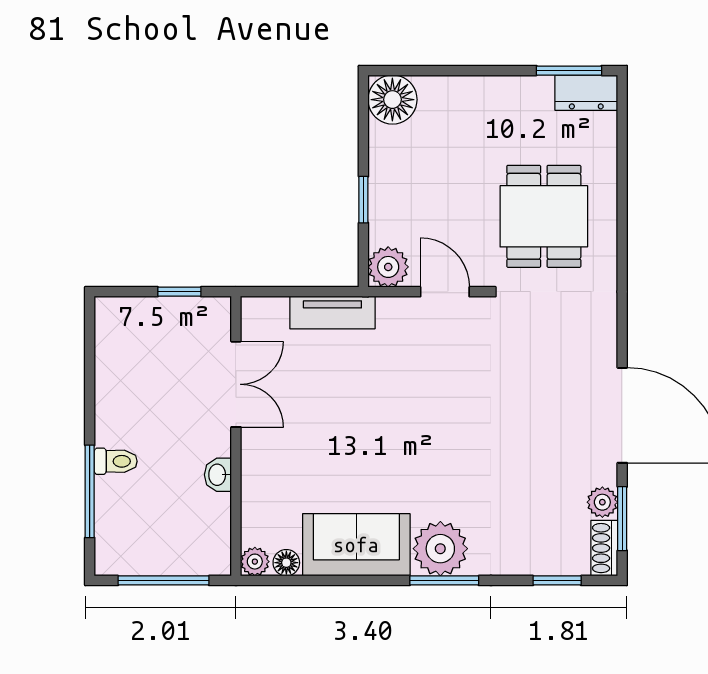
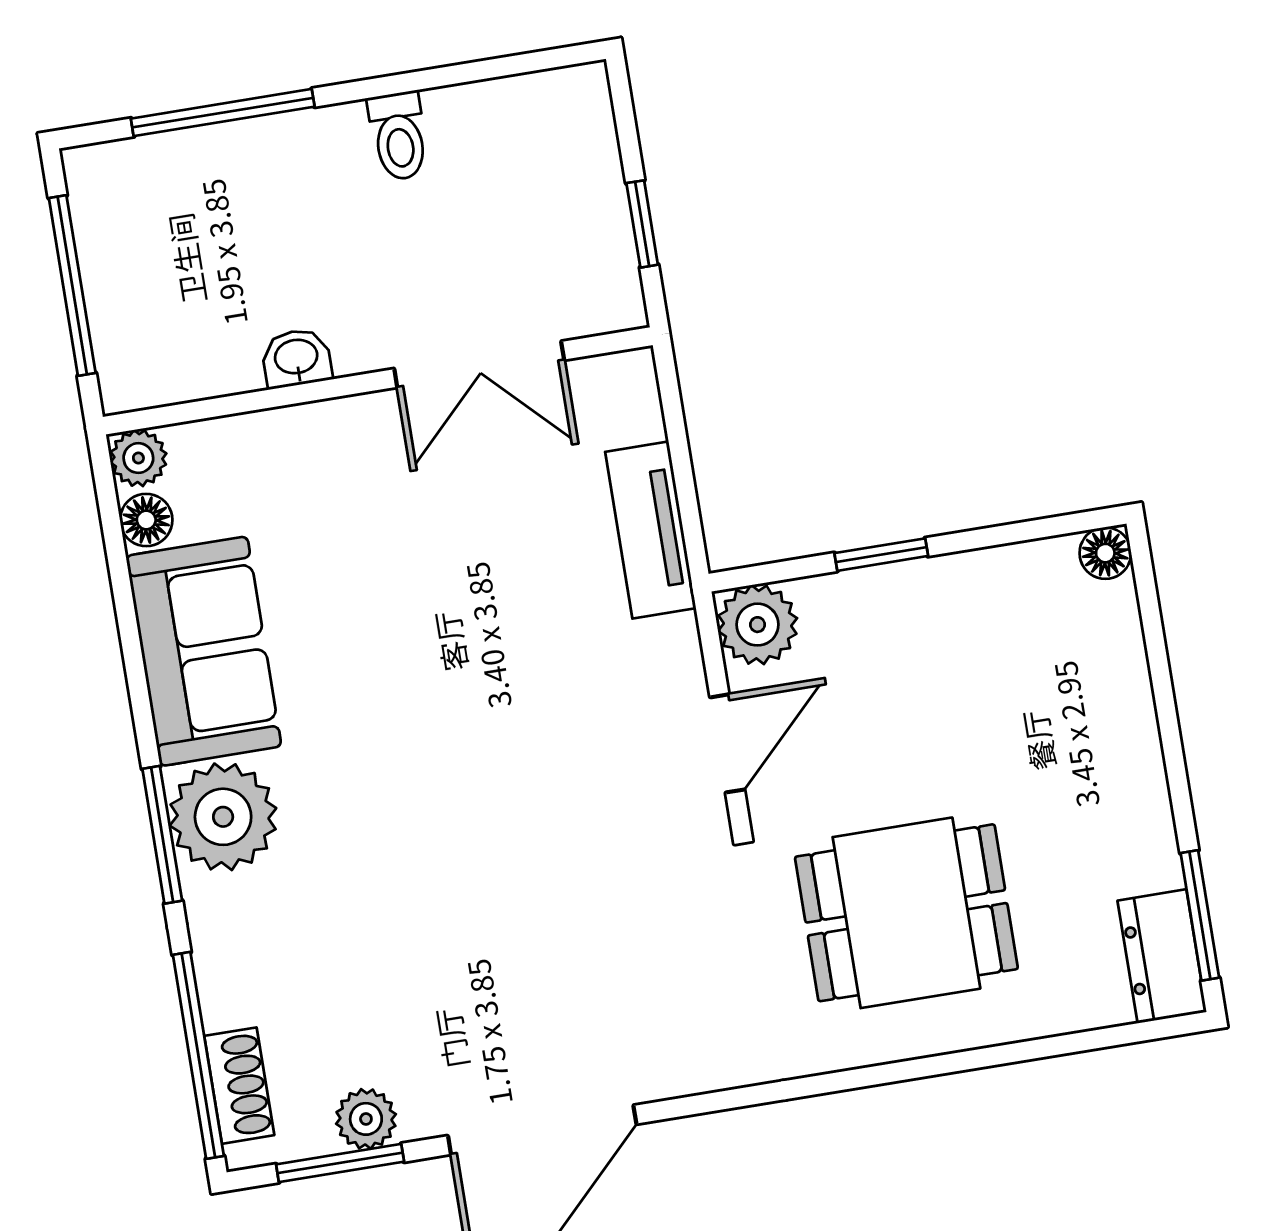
floor lamp: (392, 100) -> (1105, 553), width x0.53, depth x0.53
toilet: (116, 461) -> (399, 136), moved
shoe rack: (604, 548) -> (239, 1086), moved, turned 90
window: (557, 580) -> (198, 1055), width x2.17

